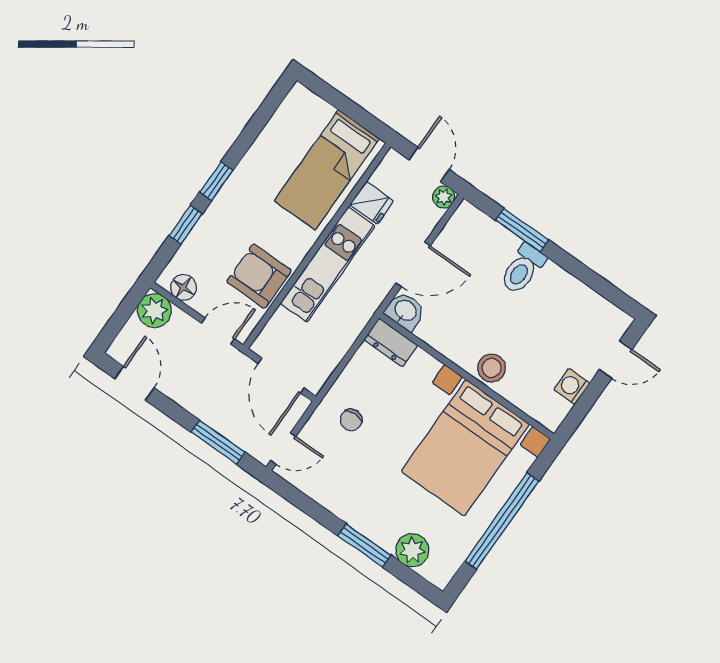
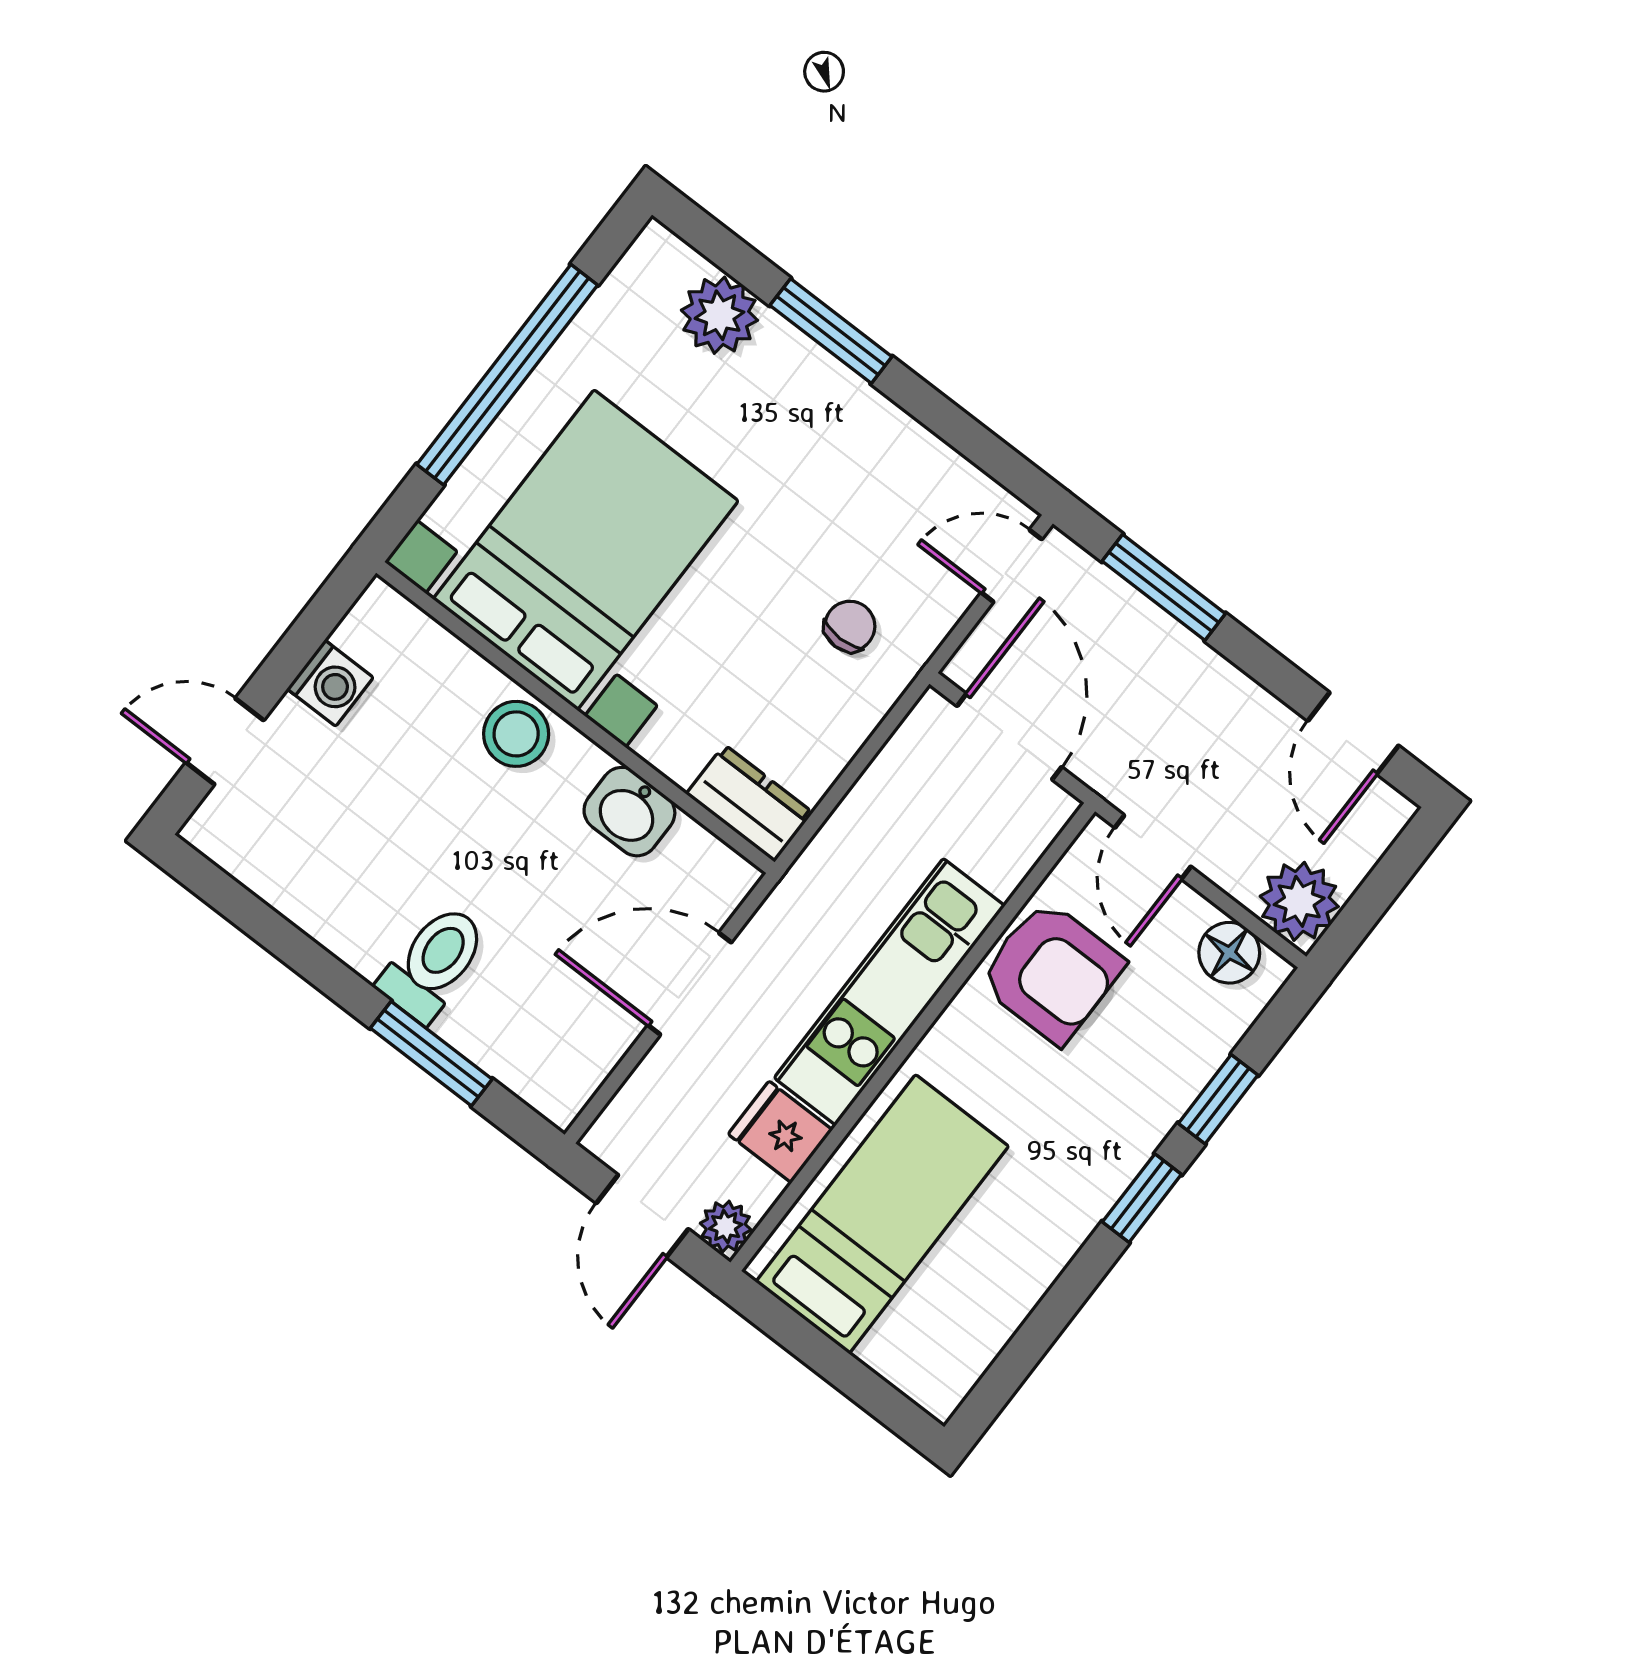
plant: (444, 197) -> (726, 1227), moved
washbasin: (405, 311) -> (629, 812), moved
door: (218, 331) -> (1153, 847), hinge flipped

